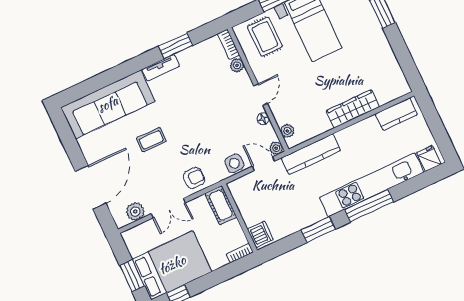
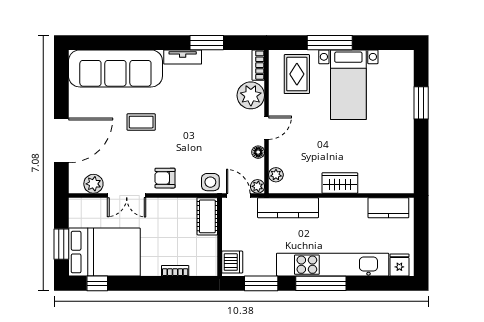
plant: (237, 65) -> (251, 95), width x1.88, depth x1.88
wardrobe: (353, 109) -> (340, 183), width x0.67
armchair: (194, 178) -> (165, 178), turned 180
cot: (221, 205) -> (207, 216), moved
wall: (240, 218) -> (220, 237), moved
dishwasher: (260, 234) -> (232, 262), moved

